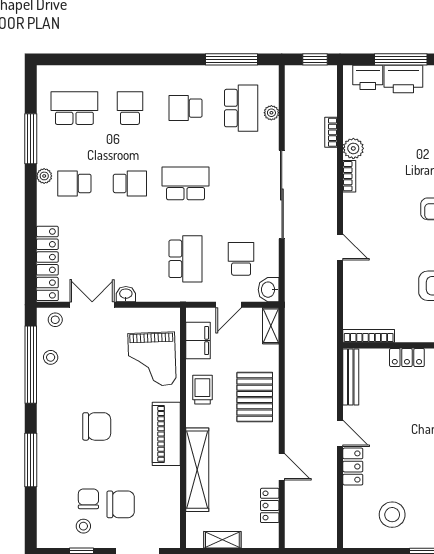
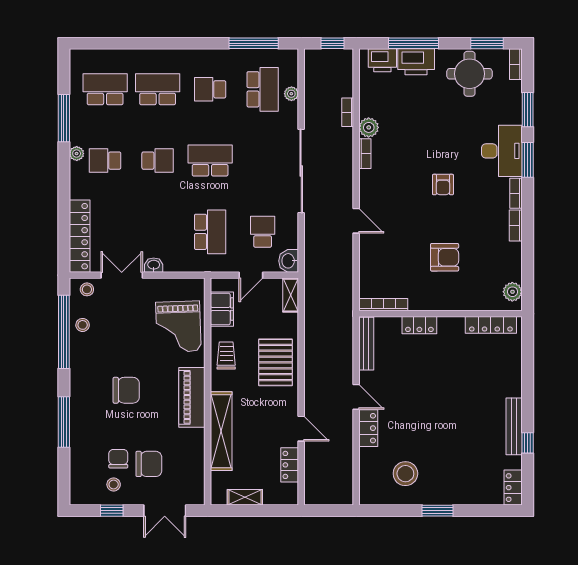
school desk: (130, 108) -> (158, 89), width x1.85

